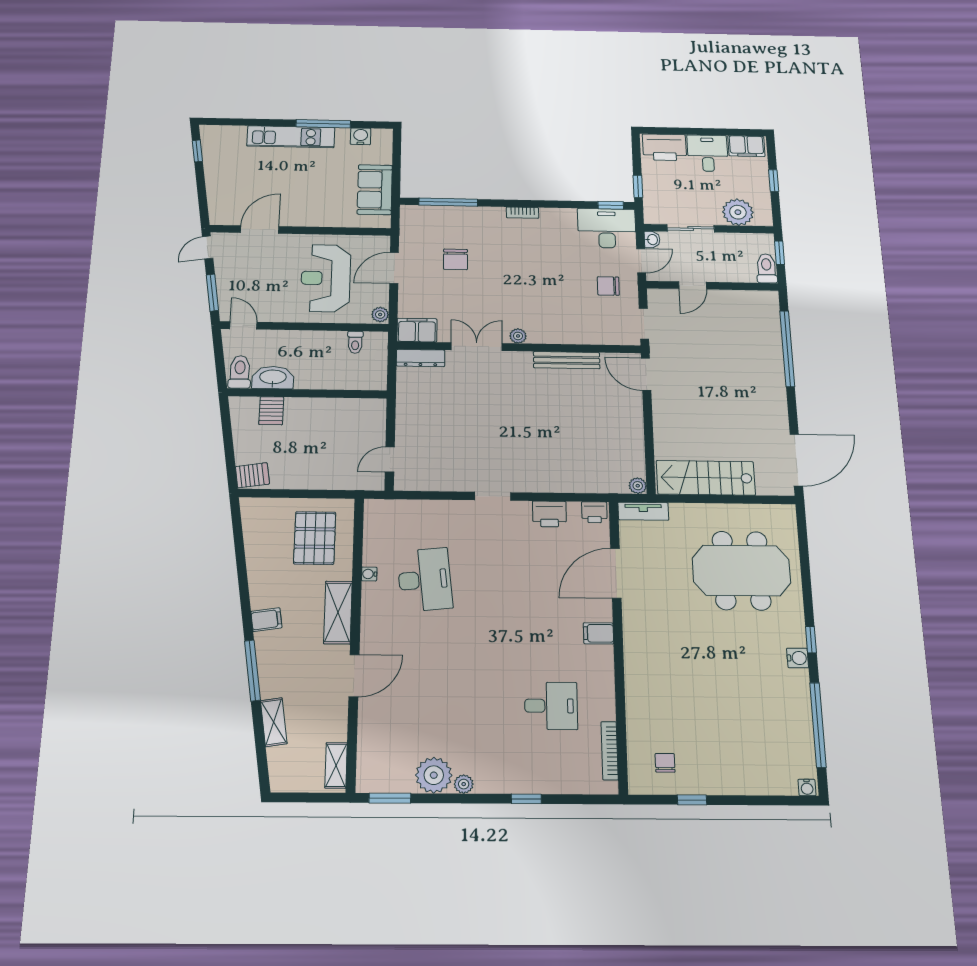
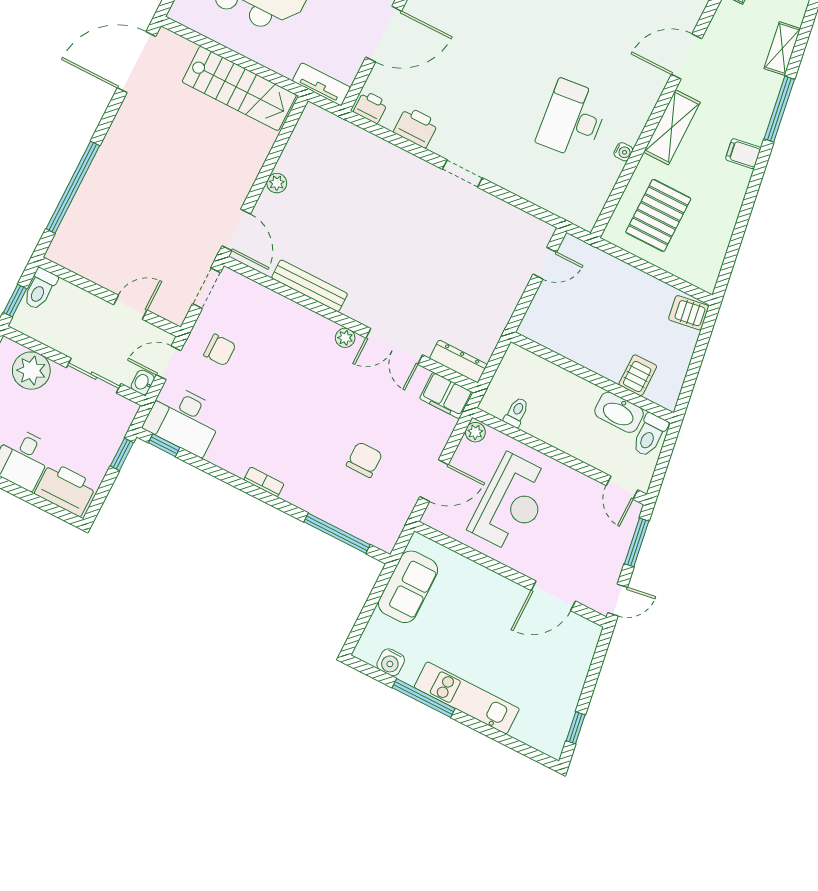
plant: (638, 486) -> (277, 183), moved

